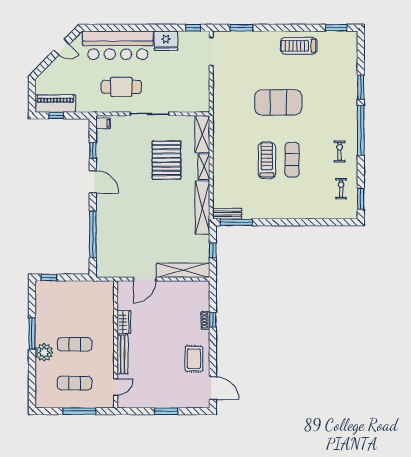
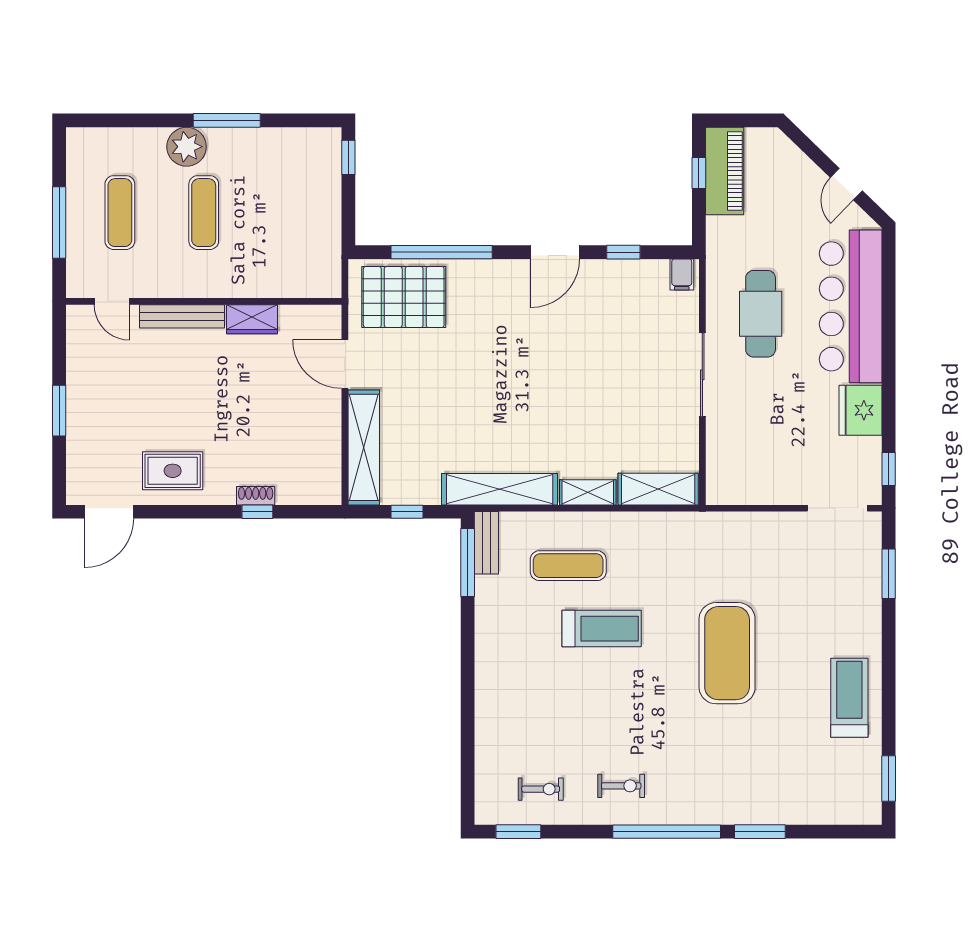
pallet: (166, 160) -> (404, 297), moved
exercise mat: (292, 160) -> (568, 566), moved

